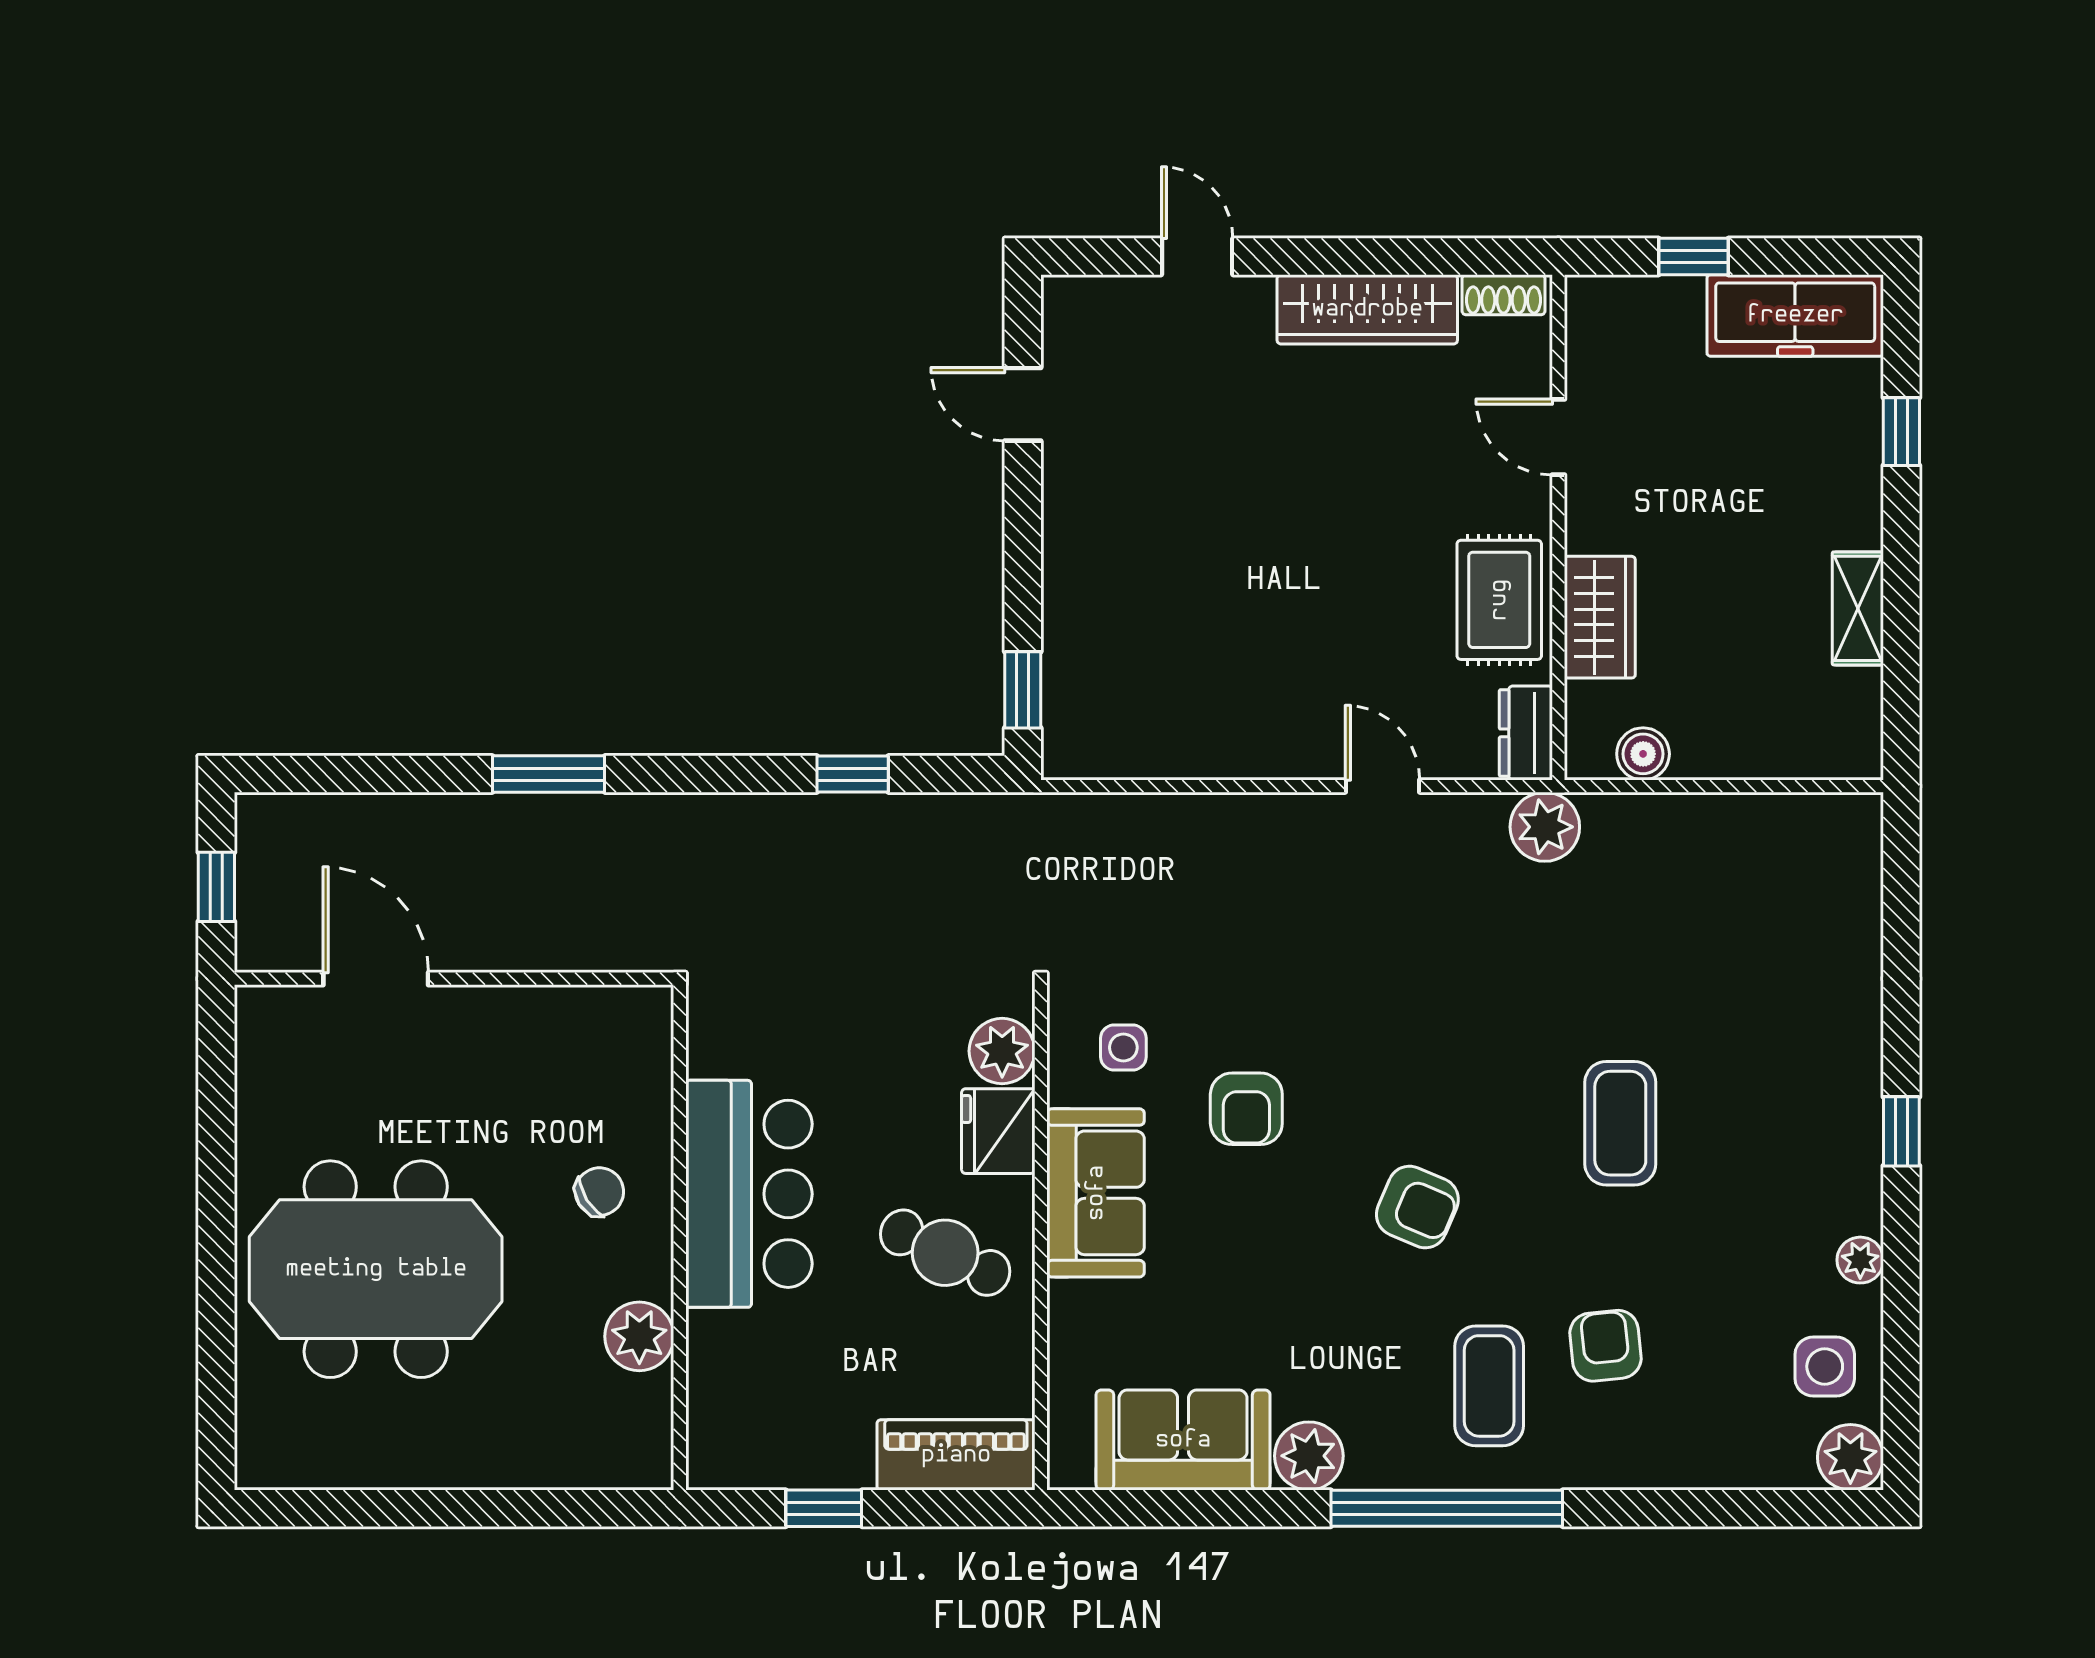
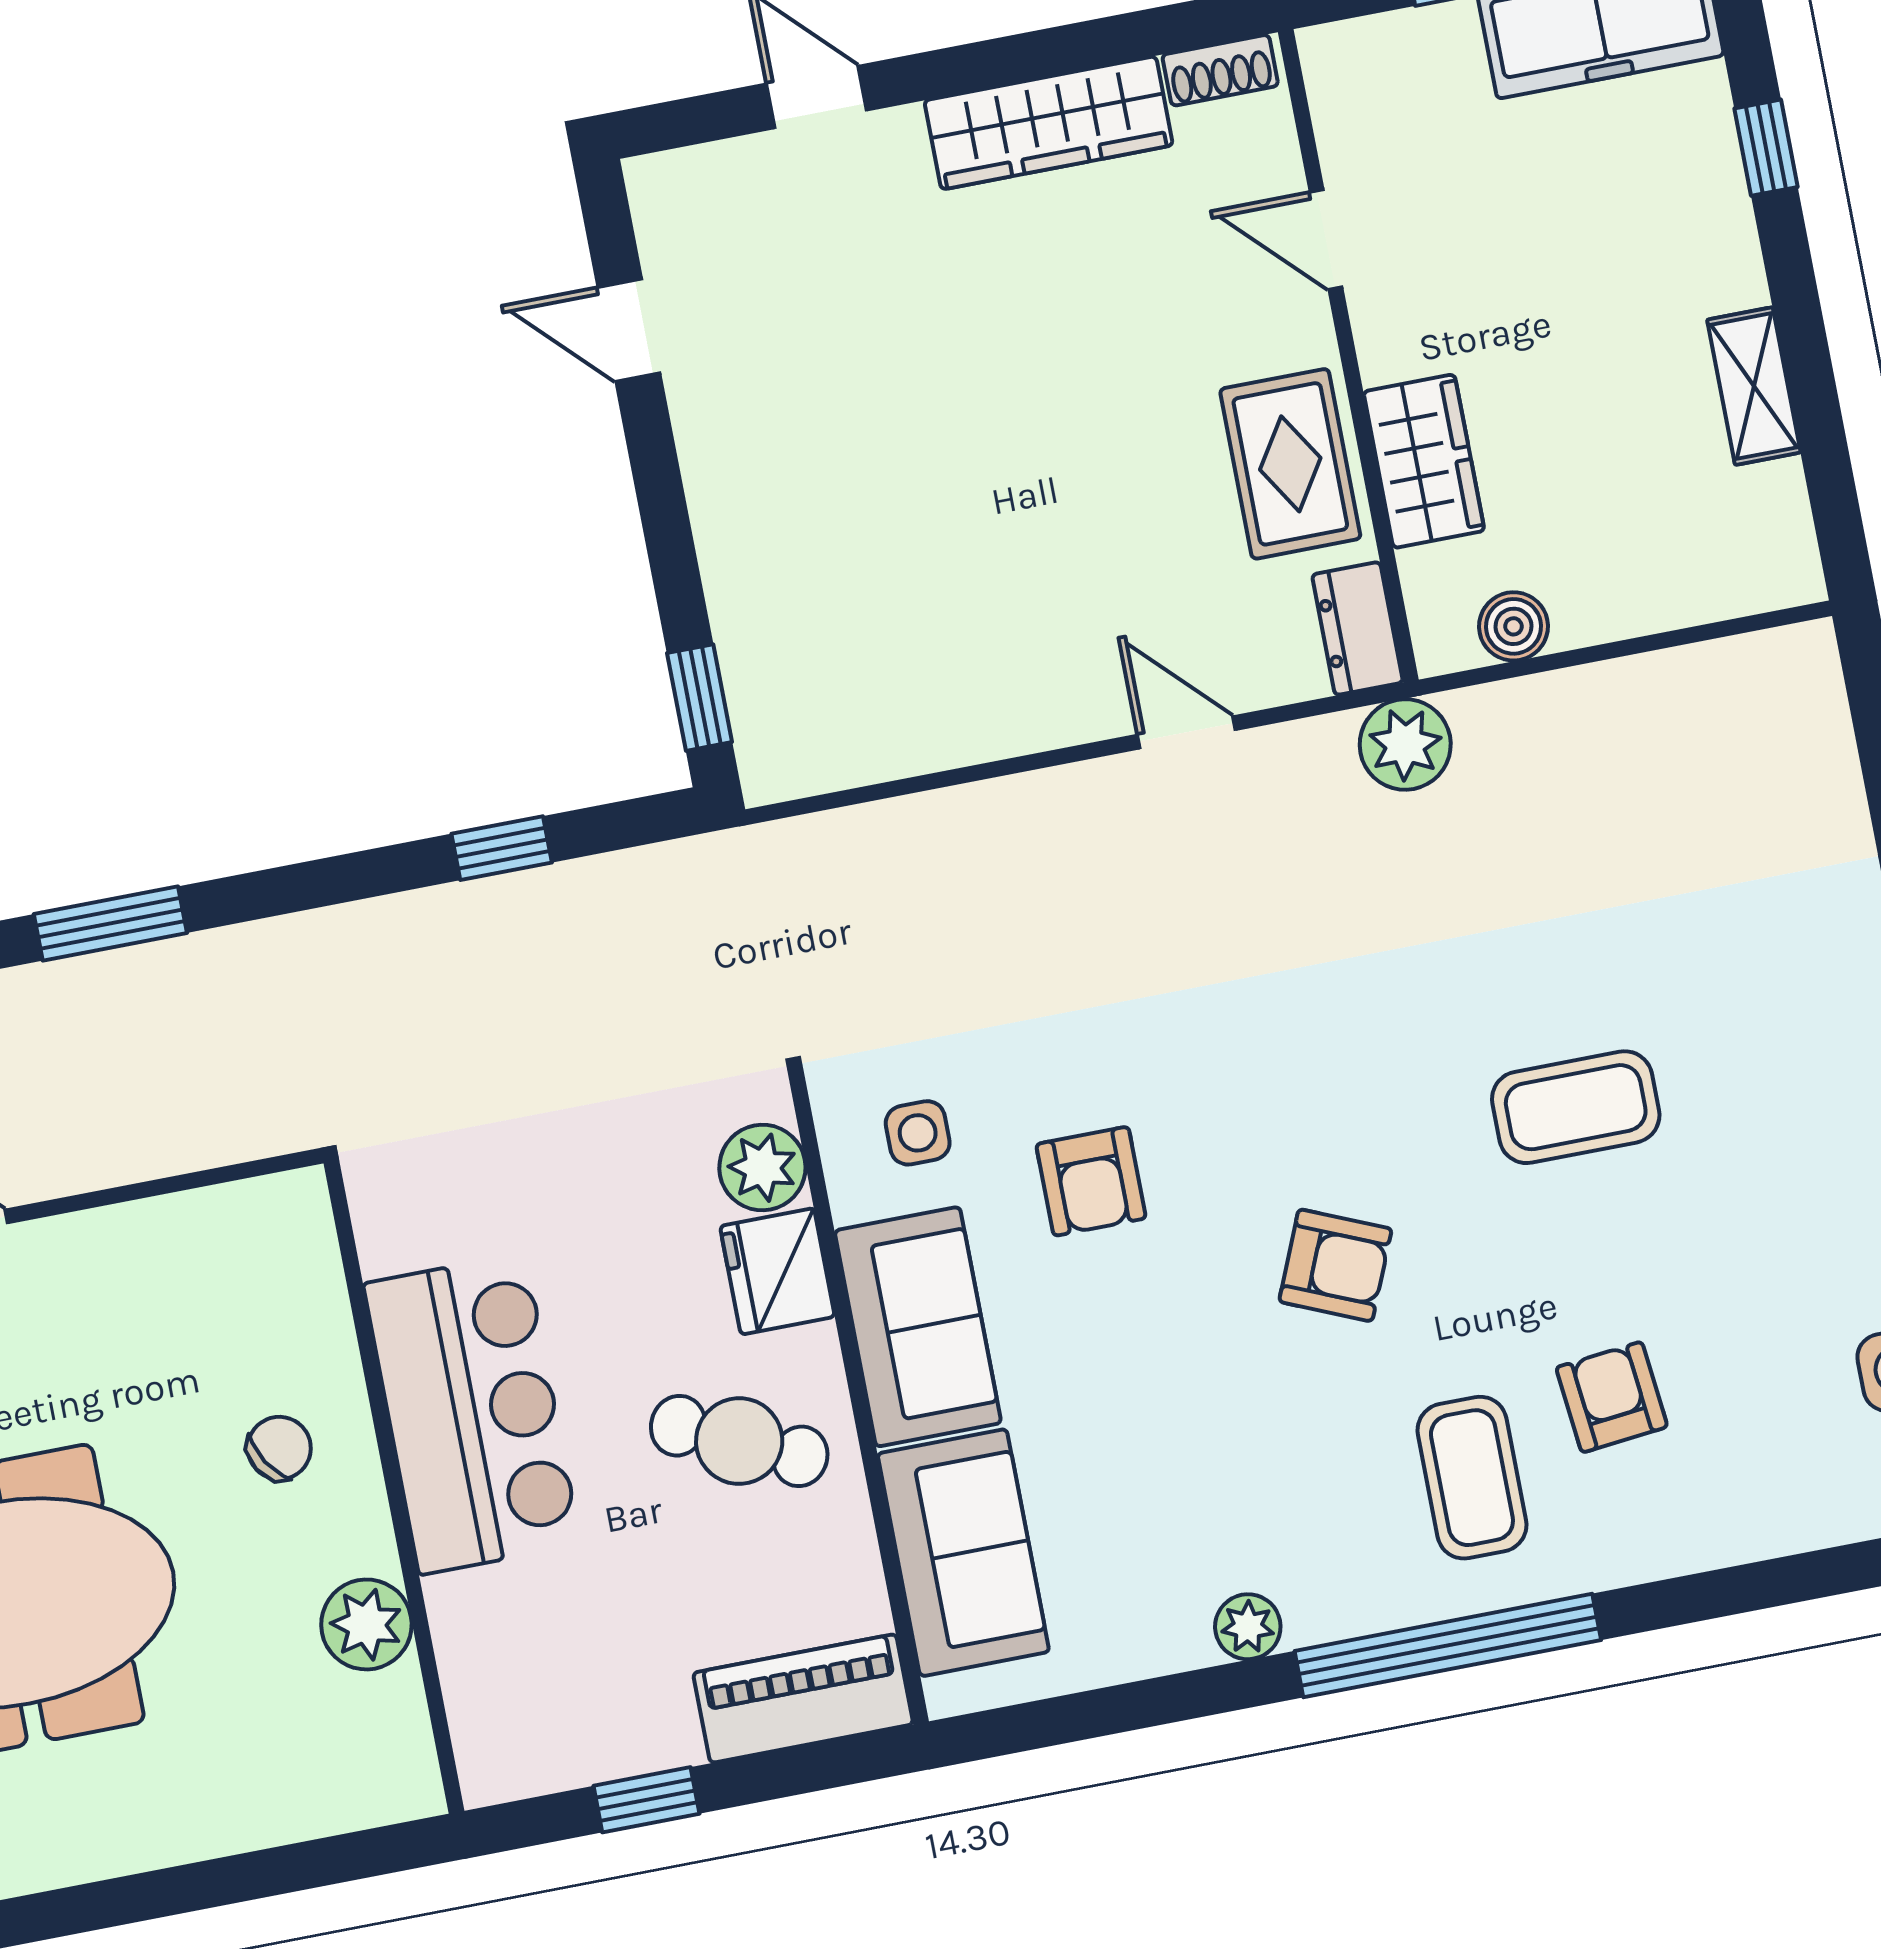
coffee table: (1620, 1123) -> (1576, 1107), turned 90
sofa: (1183, 1440) -> (963, 1553), moved, turned 90
plant: (1309, 1456) -> (1248, 1627), width x0.73, depth x0.73

